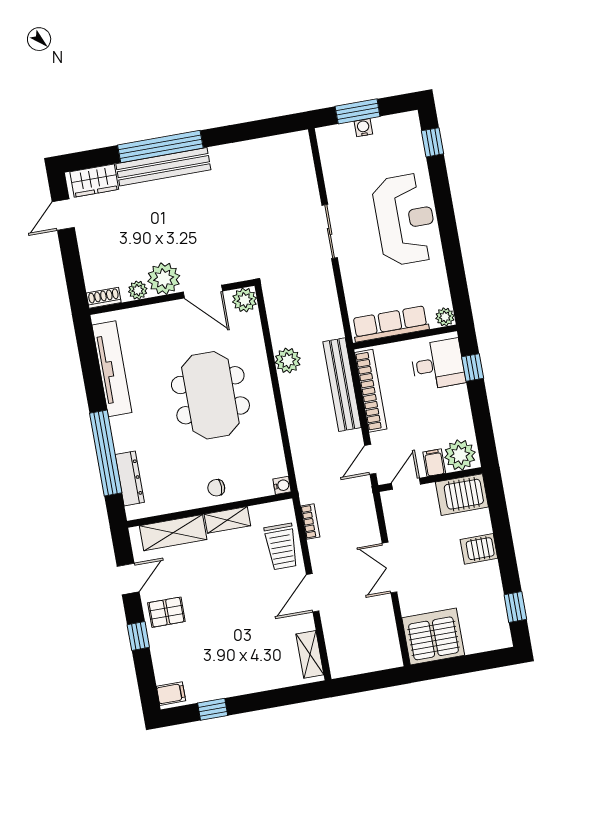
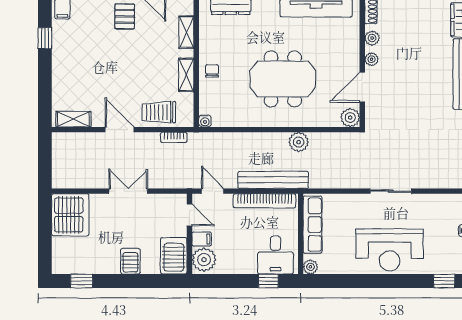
plant: (164, 279) -> (371, 59), width x0.53, depth x0.53
shelving: (173, 533) -> (186, 32), width x0.67, depth x0.75

